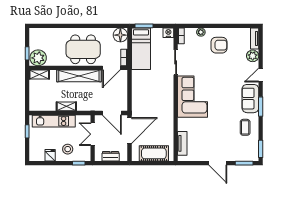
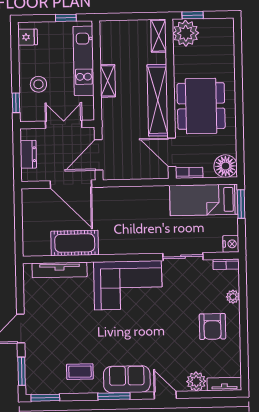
tv unit: (182, 143) -> (60, 270), width x1.41
cot: (154, 153) -> (75, 243), moved, turned 90
fridge: (50, 155) -> (28, 37), moved

